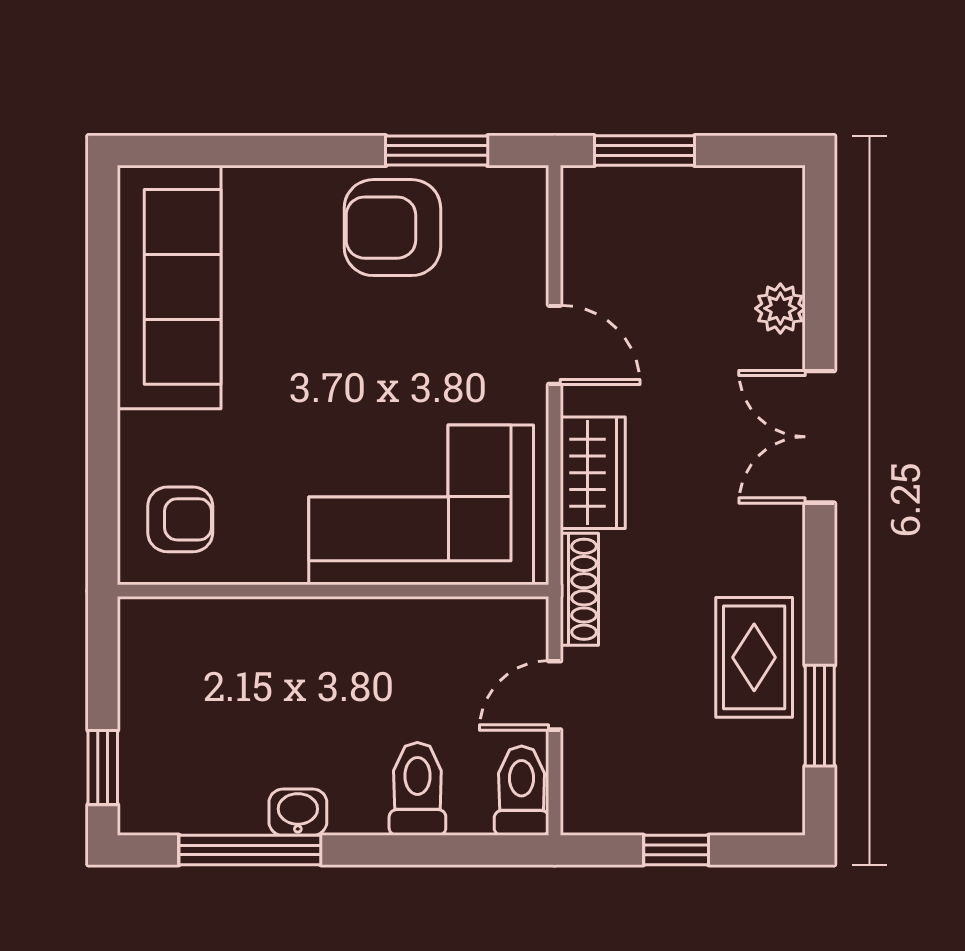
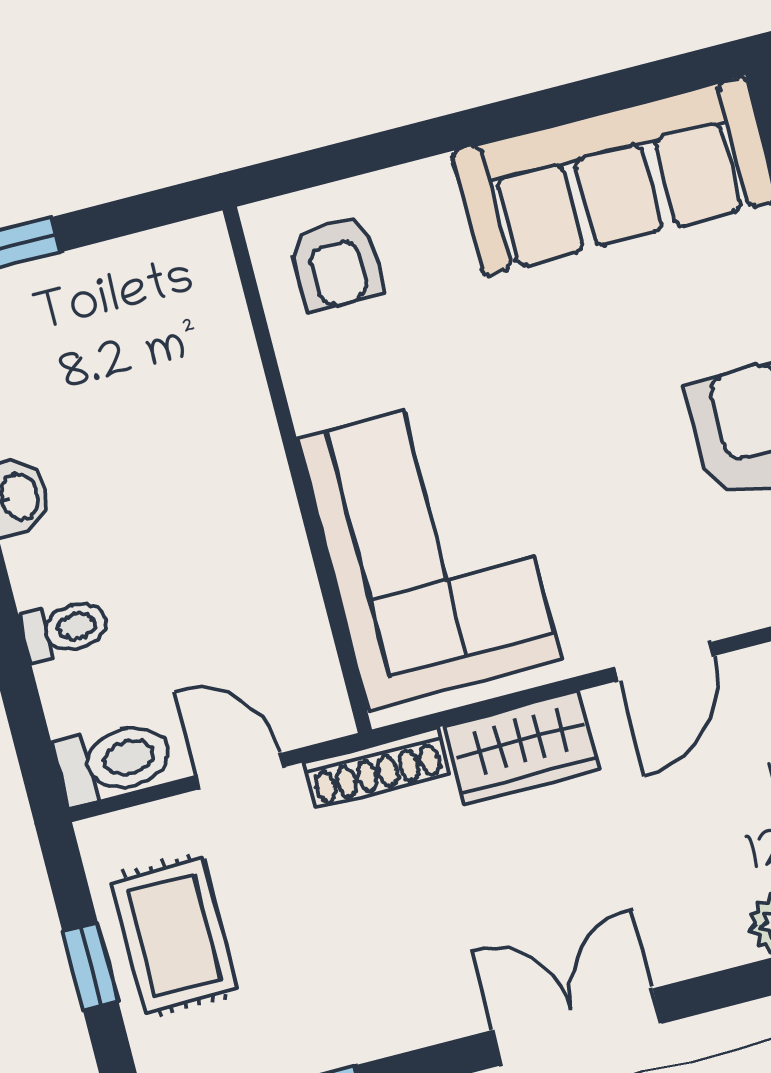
double door: (820, 437) -> (577, 1027), moved
rug: (754, 657) -> (174, 935), moved, turned 90
toilet: (417, 789) -> (65, 629), width x0.73, depth x0.72

